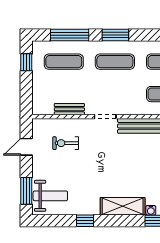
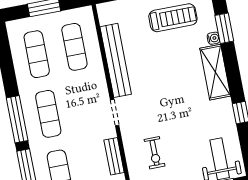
window: (115, 35) -> (17, 119), width x1.44

